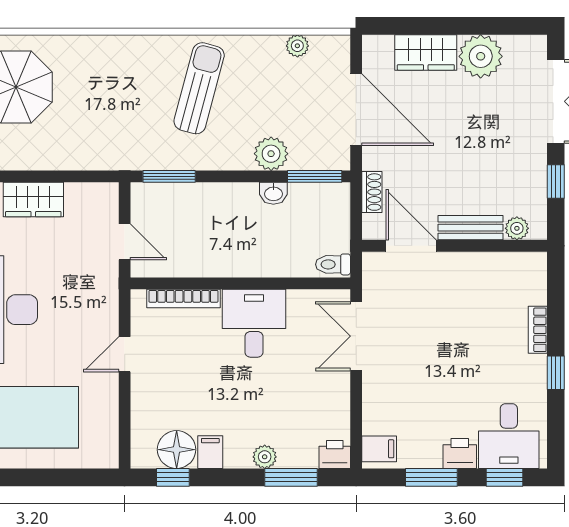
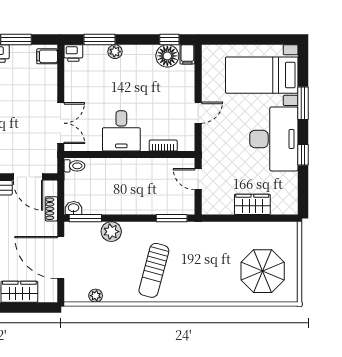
washbasin: (273, 193) -> (74, 208), moved
bookcase: (183, 299) -> (163, 146), width x0.64
filing cabinet: (210, 452) -> (187, 54), moved

